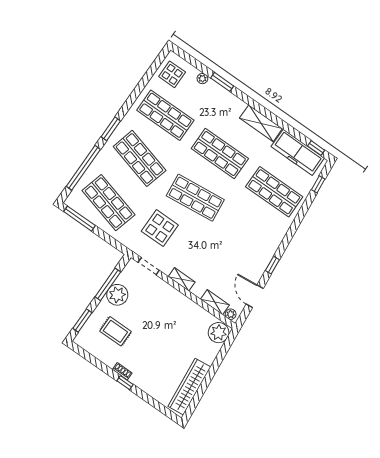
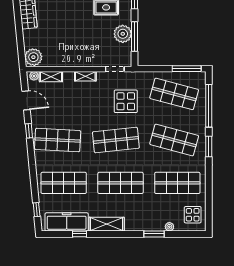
window: (316, 148) -> (80, 234), moved
shop shelf: (251, 237) -> (58, 140), added

